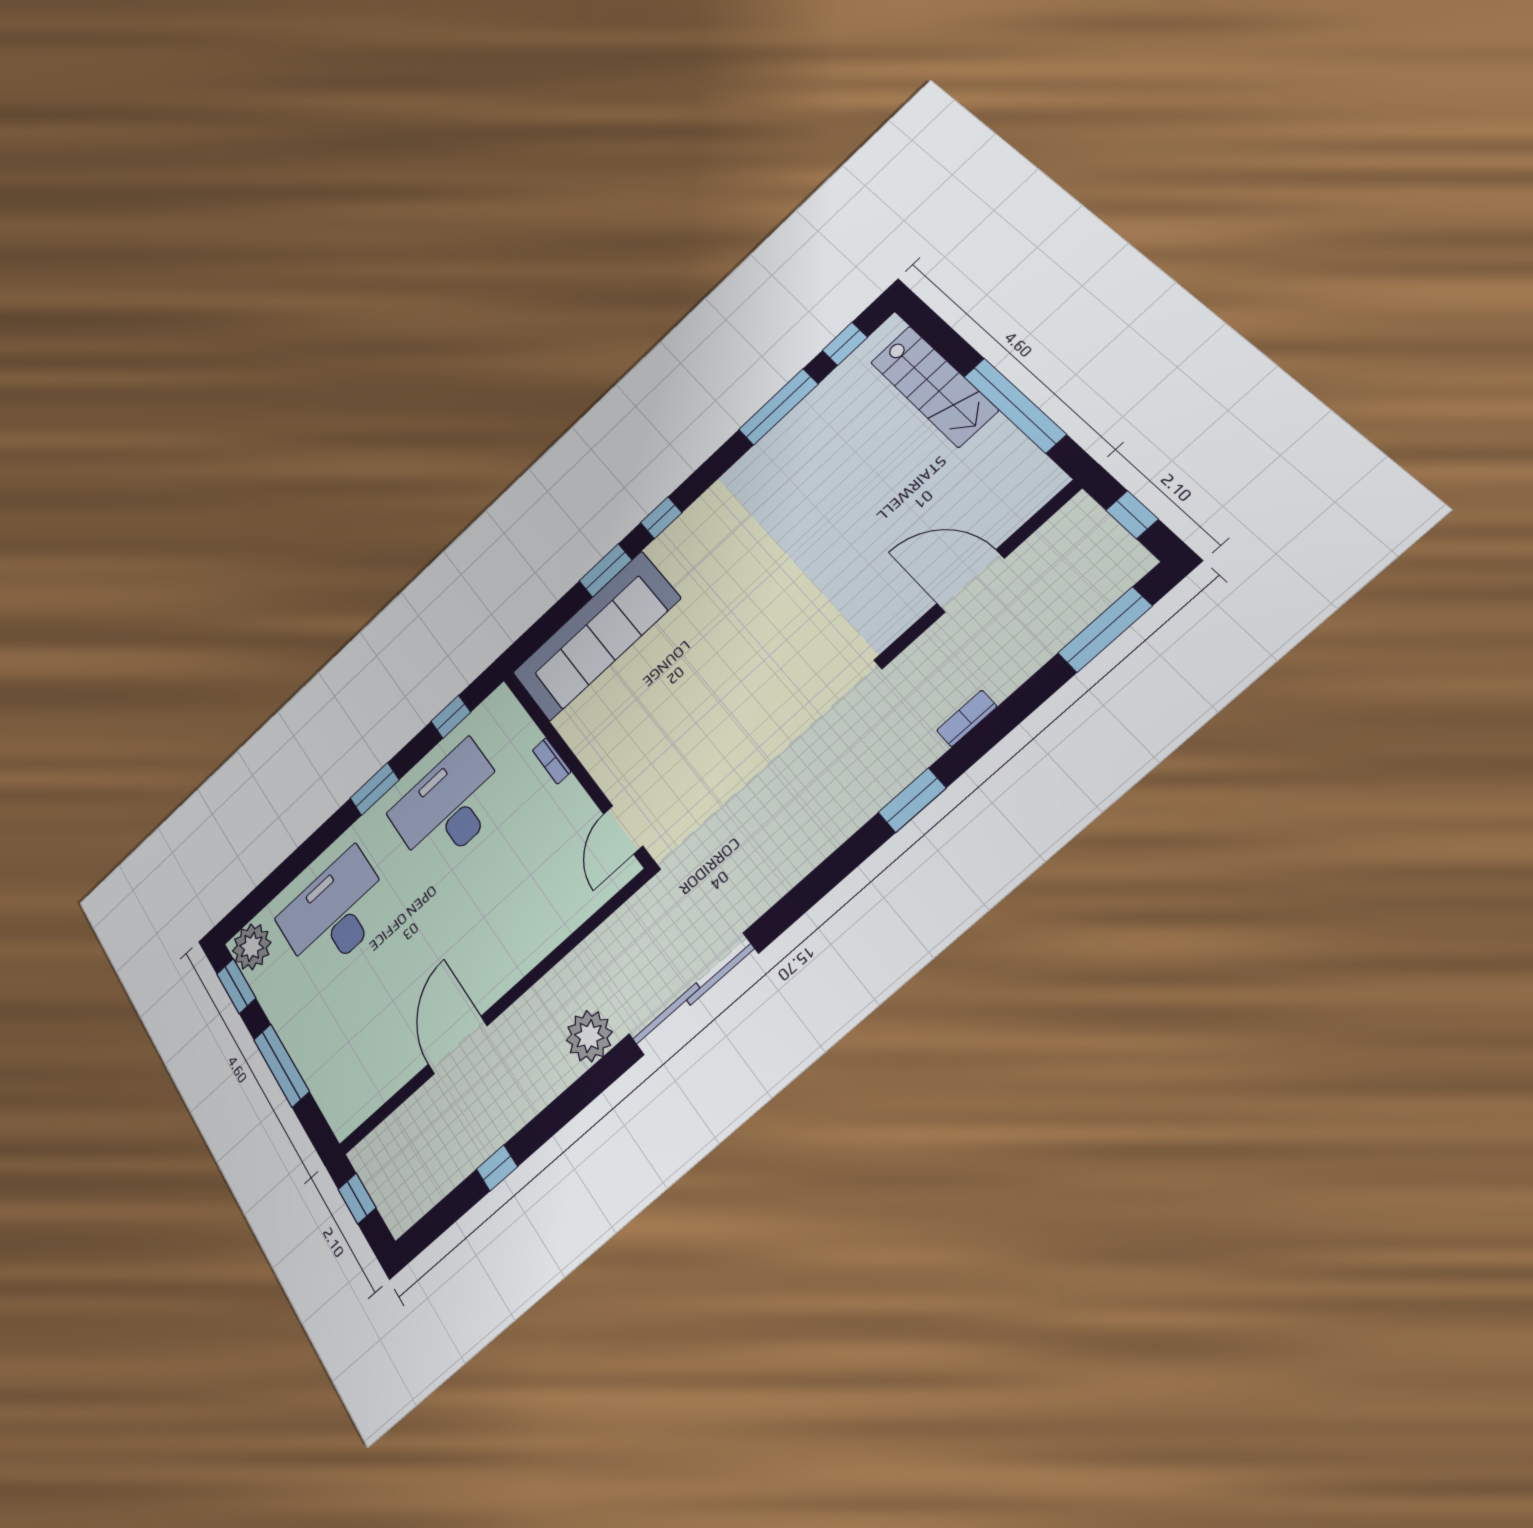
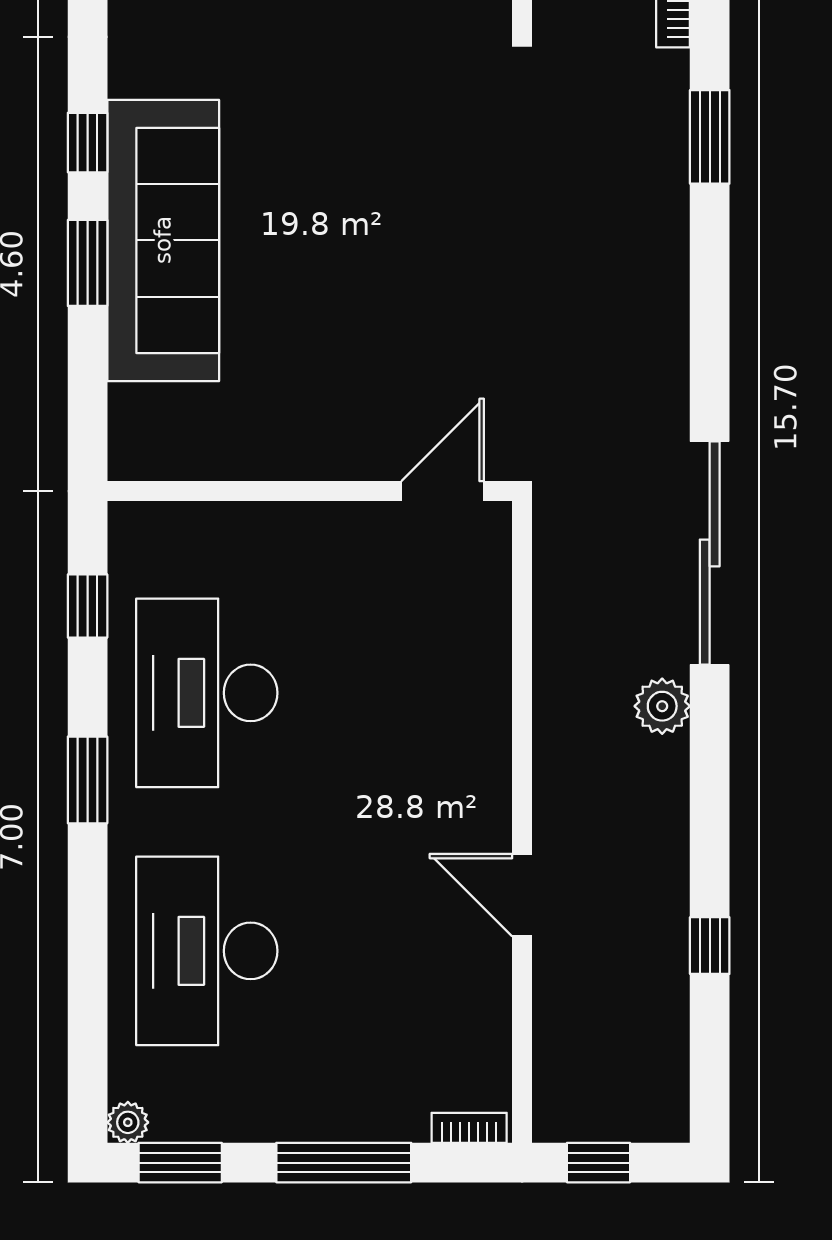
sofa: (596, 636) -> (163, 240), moved
bookcase: (552, 761) -> (469, 1128), moved, turned 180
door: (623, 830) -> (443, 491), swing flipped
plant: (252, 947) -> (128, 1122), width x0.53, depth x0.53
plant: (589, 1036) -> (662, 706), width x0.73, depth x0.73
door: (458, 1045) -> (522, 895), width x0.73

